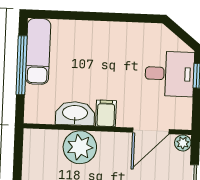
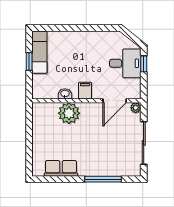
window: (22, 65) -> (29, 62), width x0.46
washbasin: (75, 113) -> (65, 94), width x0.52, depth x0.69

